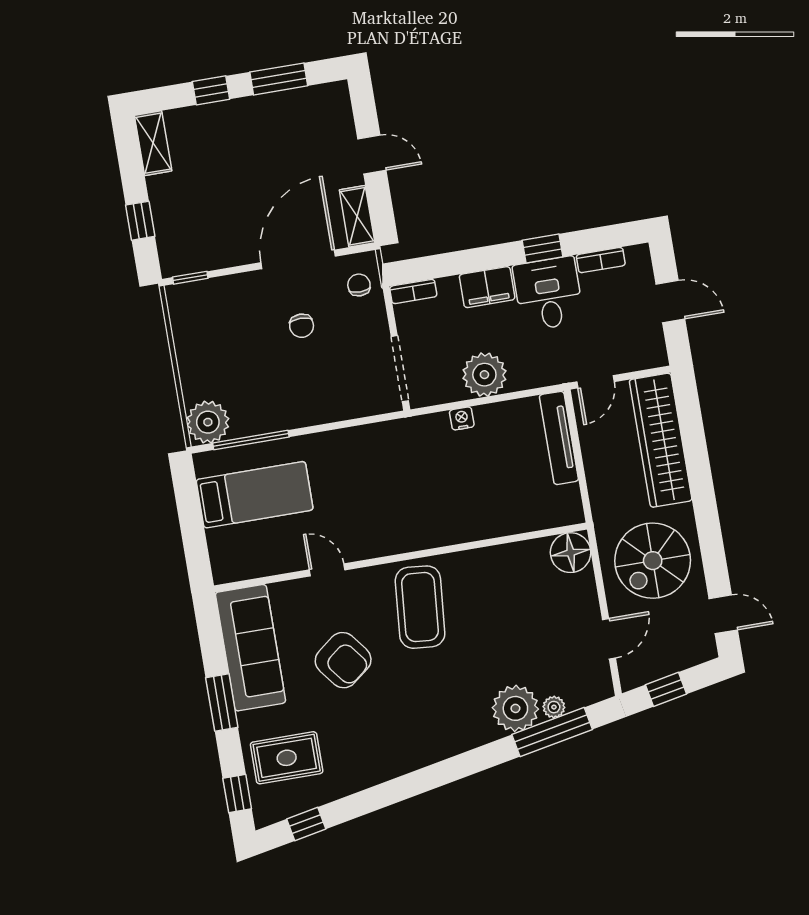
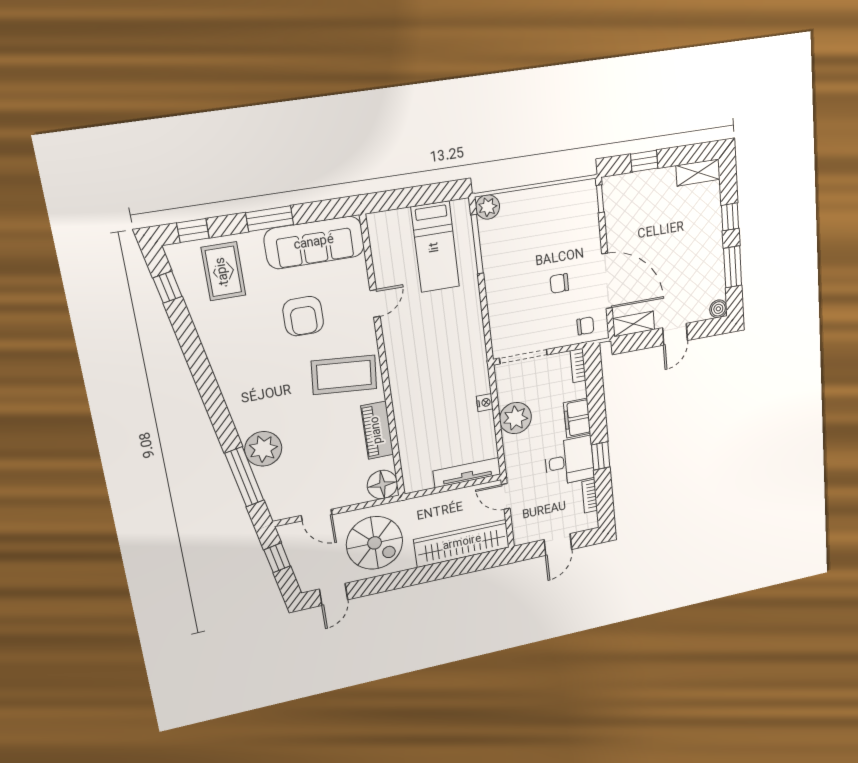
boiler: (337, 94) -> (718, 309), added
plant: (208, 422) -> (488, 207), width x0.73, depth x0.73
spiral stairs: (653, 561) -> (375, 543), turned 180
piano: (495, 562) -> (377, 430), added
armchair: (343, 660) -> (303, 316), turned -52
plant: (554, 707) -> (264, 477), removed

